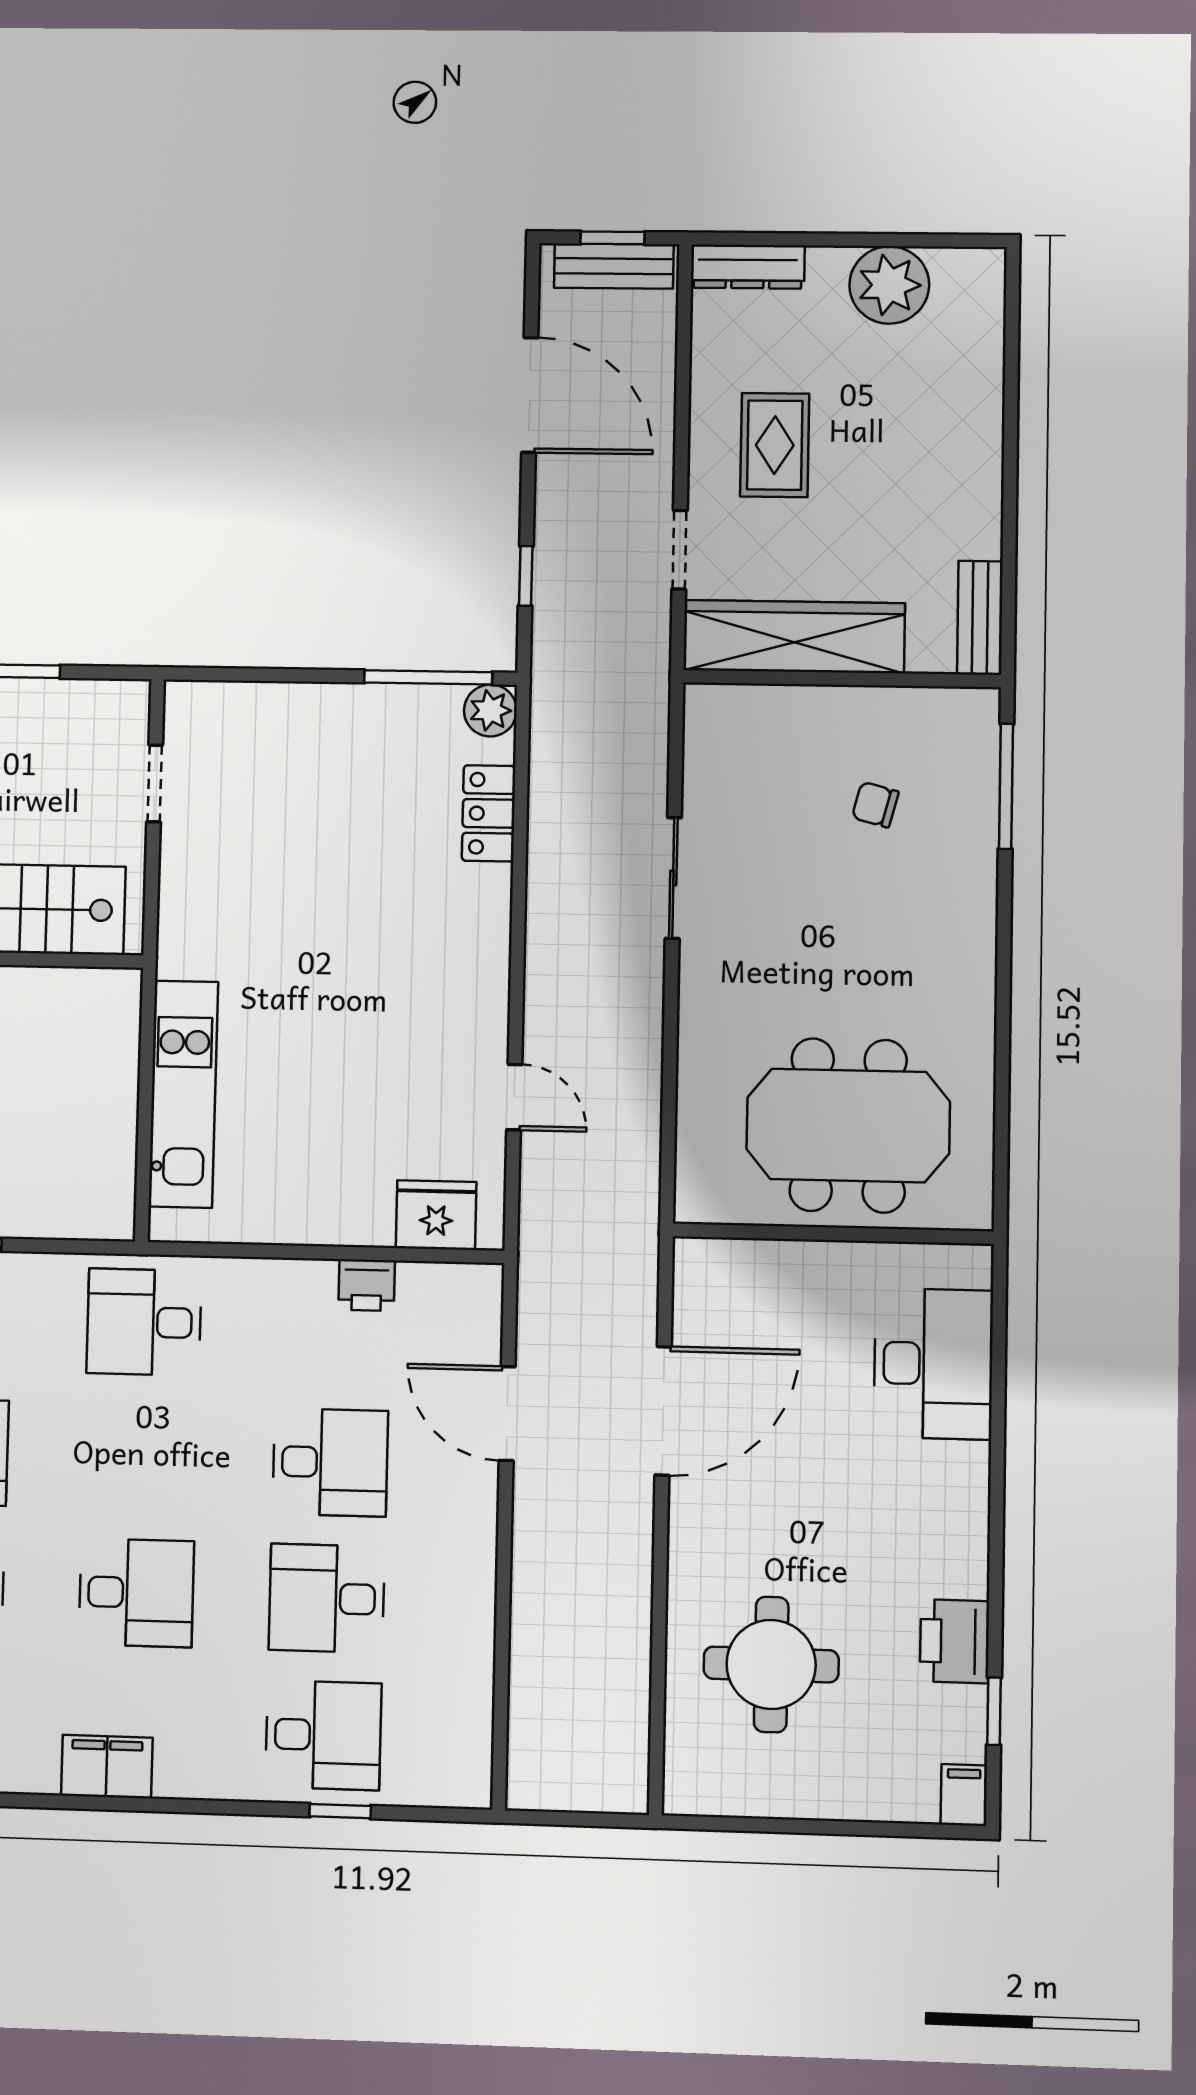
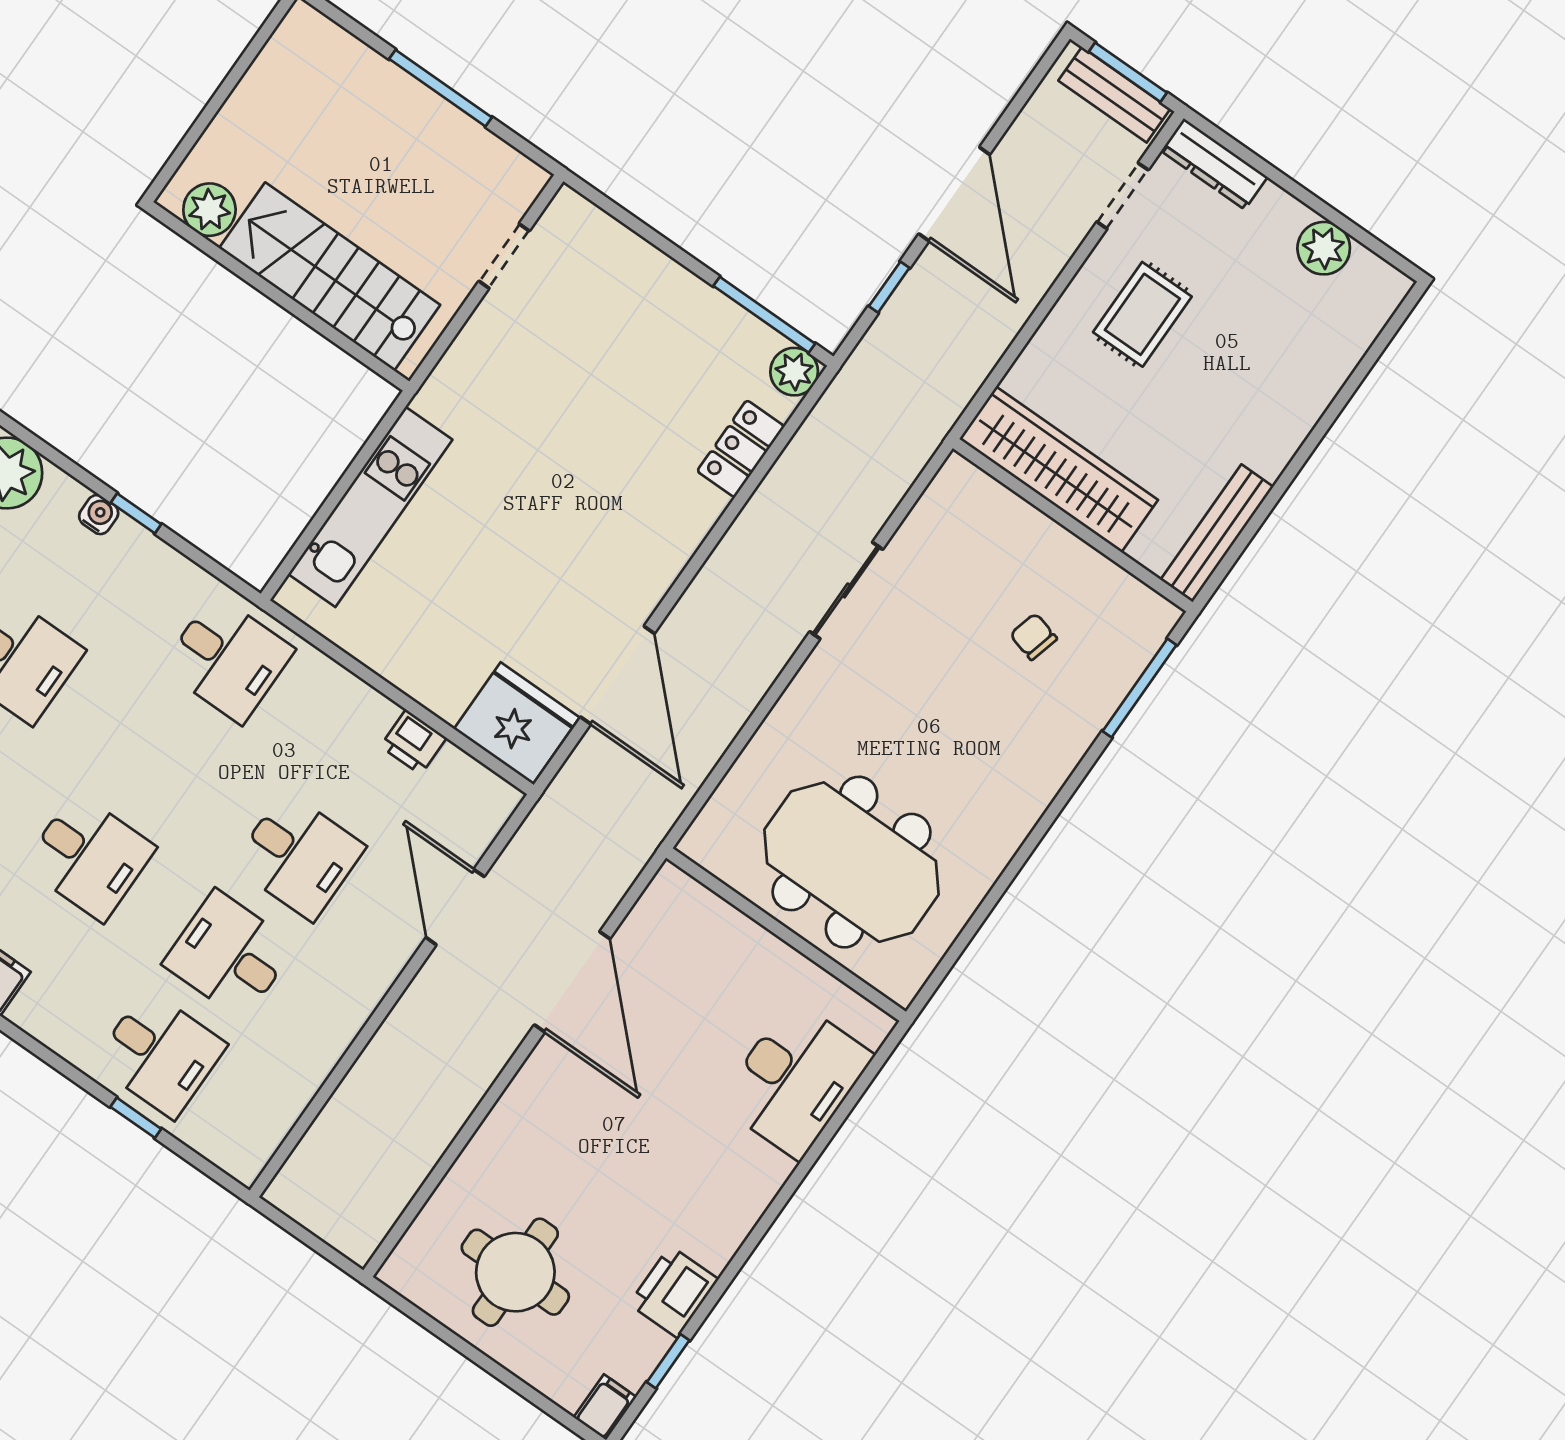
window: (612, 238) -> (1128, 72), width x1.50
plant: (889, 285) -> (1324, 248), width x0.73, depth x0.73
door: (530, 395) -> (954, 194), moved
doorway: (680, 550) -> (1123, 196), moved
bench: (980, 618) -> (1217, 533), width x1.36
door: (514, 1097) -> (617, 675), width x1.88
fridge: (436, 1215) -> (517, 723), width x1.36, depth x1.34
desk: (144, 1322) -> (228, 659), turned 180
door: (663, 1411) -> (572, 982), hinge flipped
round table: (771, 1665) -> (515, 1272), moved

